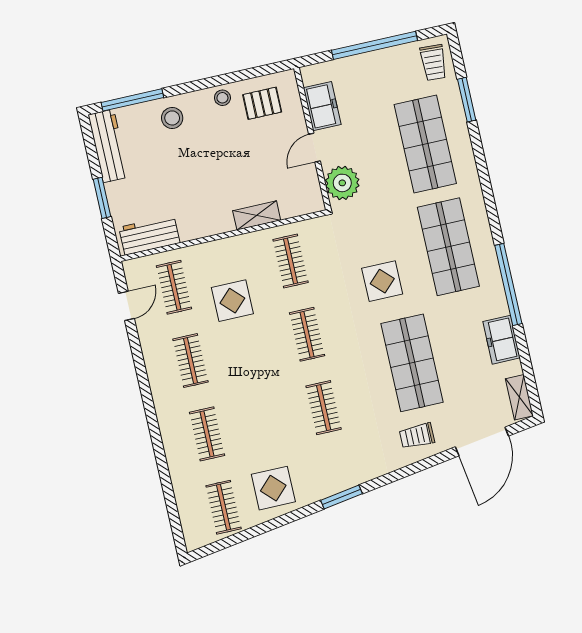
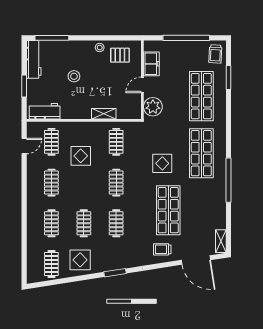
stool: (172, 118) -> (74, 76), moved
freezer: (502, 340) -> (218, 209), removed
clothes rail: (265, 421) -> (84, 223), added
door: (482, 441) -> (196, 260), hinge flipped

